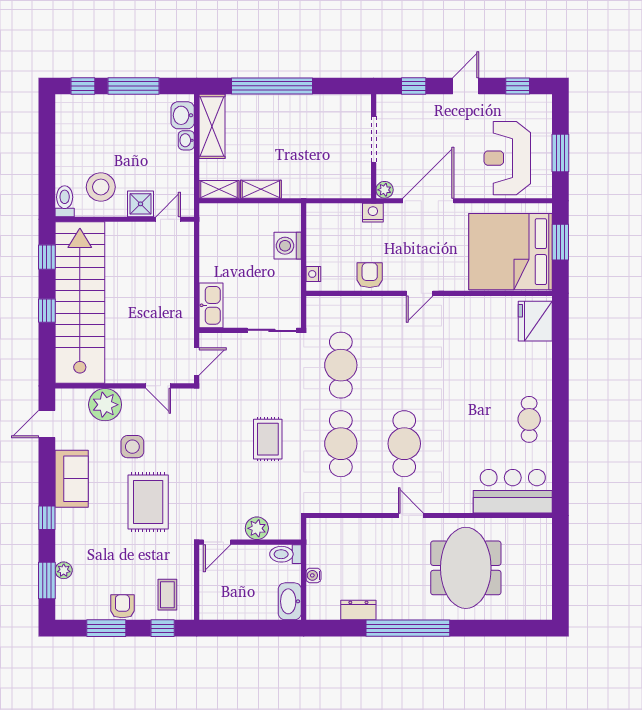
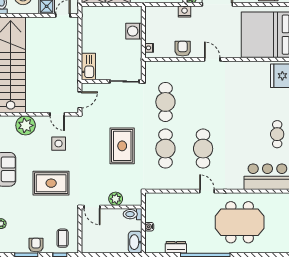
door: (420, 293) -> (212, 59), swing flipped
rug: (268, 439) -> (122, 146), width x1.36, depth x1.43
side table: (132, 447) -> (59, 144), moved
rug: (148, 502) -> (51, 183), turned 90
door: (217, 542) -> (92, 207), hinge flipped
meeting table: (466, 568) -> (240, 222), turned 90

